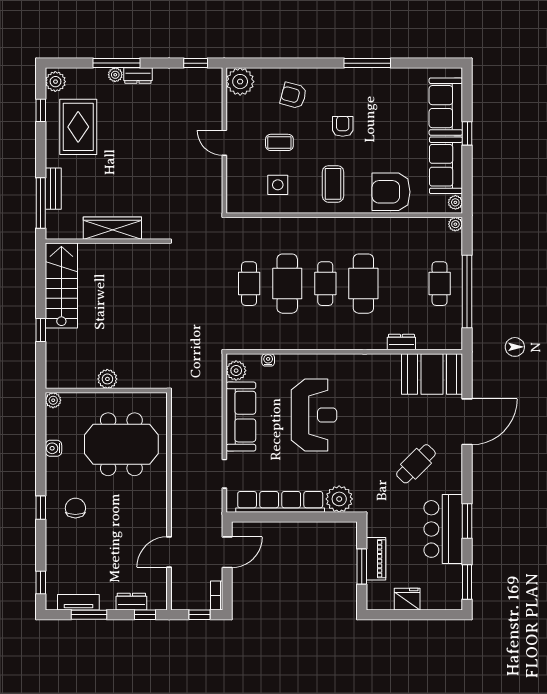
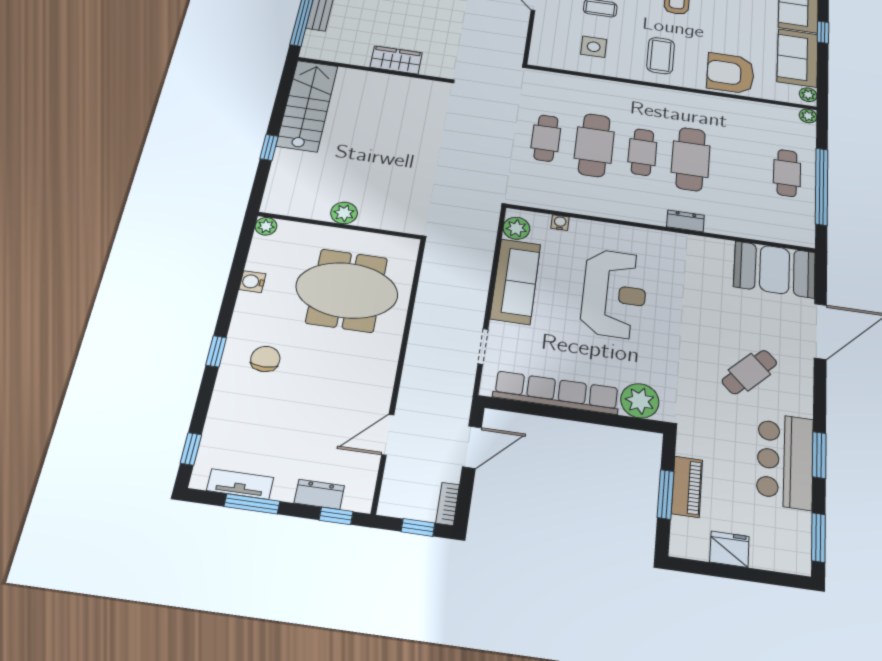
wardrobe: (112, 228) -> (396, 60), width x0.67
dresser: (401, 342) -> (686, 221), moved

